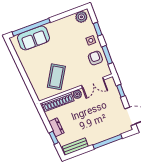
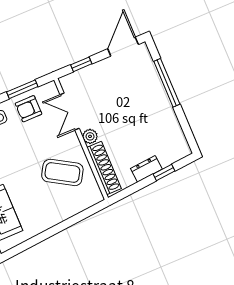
double door: (93, 83) -> (70, 112), swing flipped
bench: (75, 146) -> (177, 136), removed

